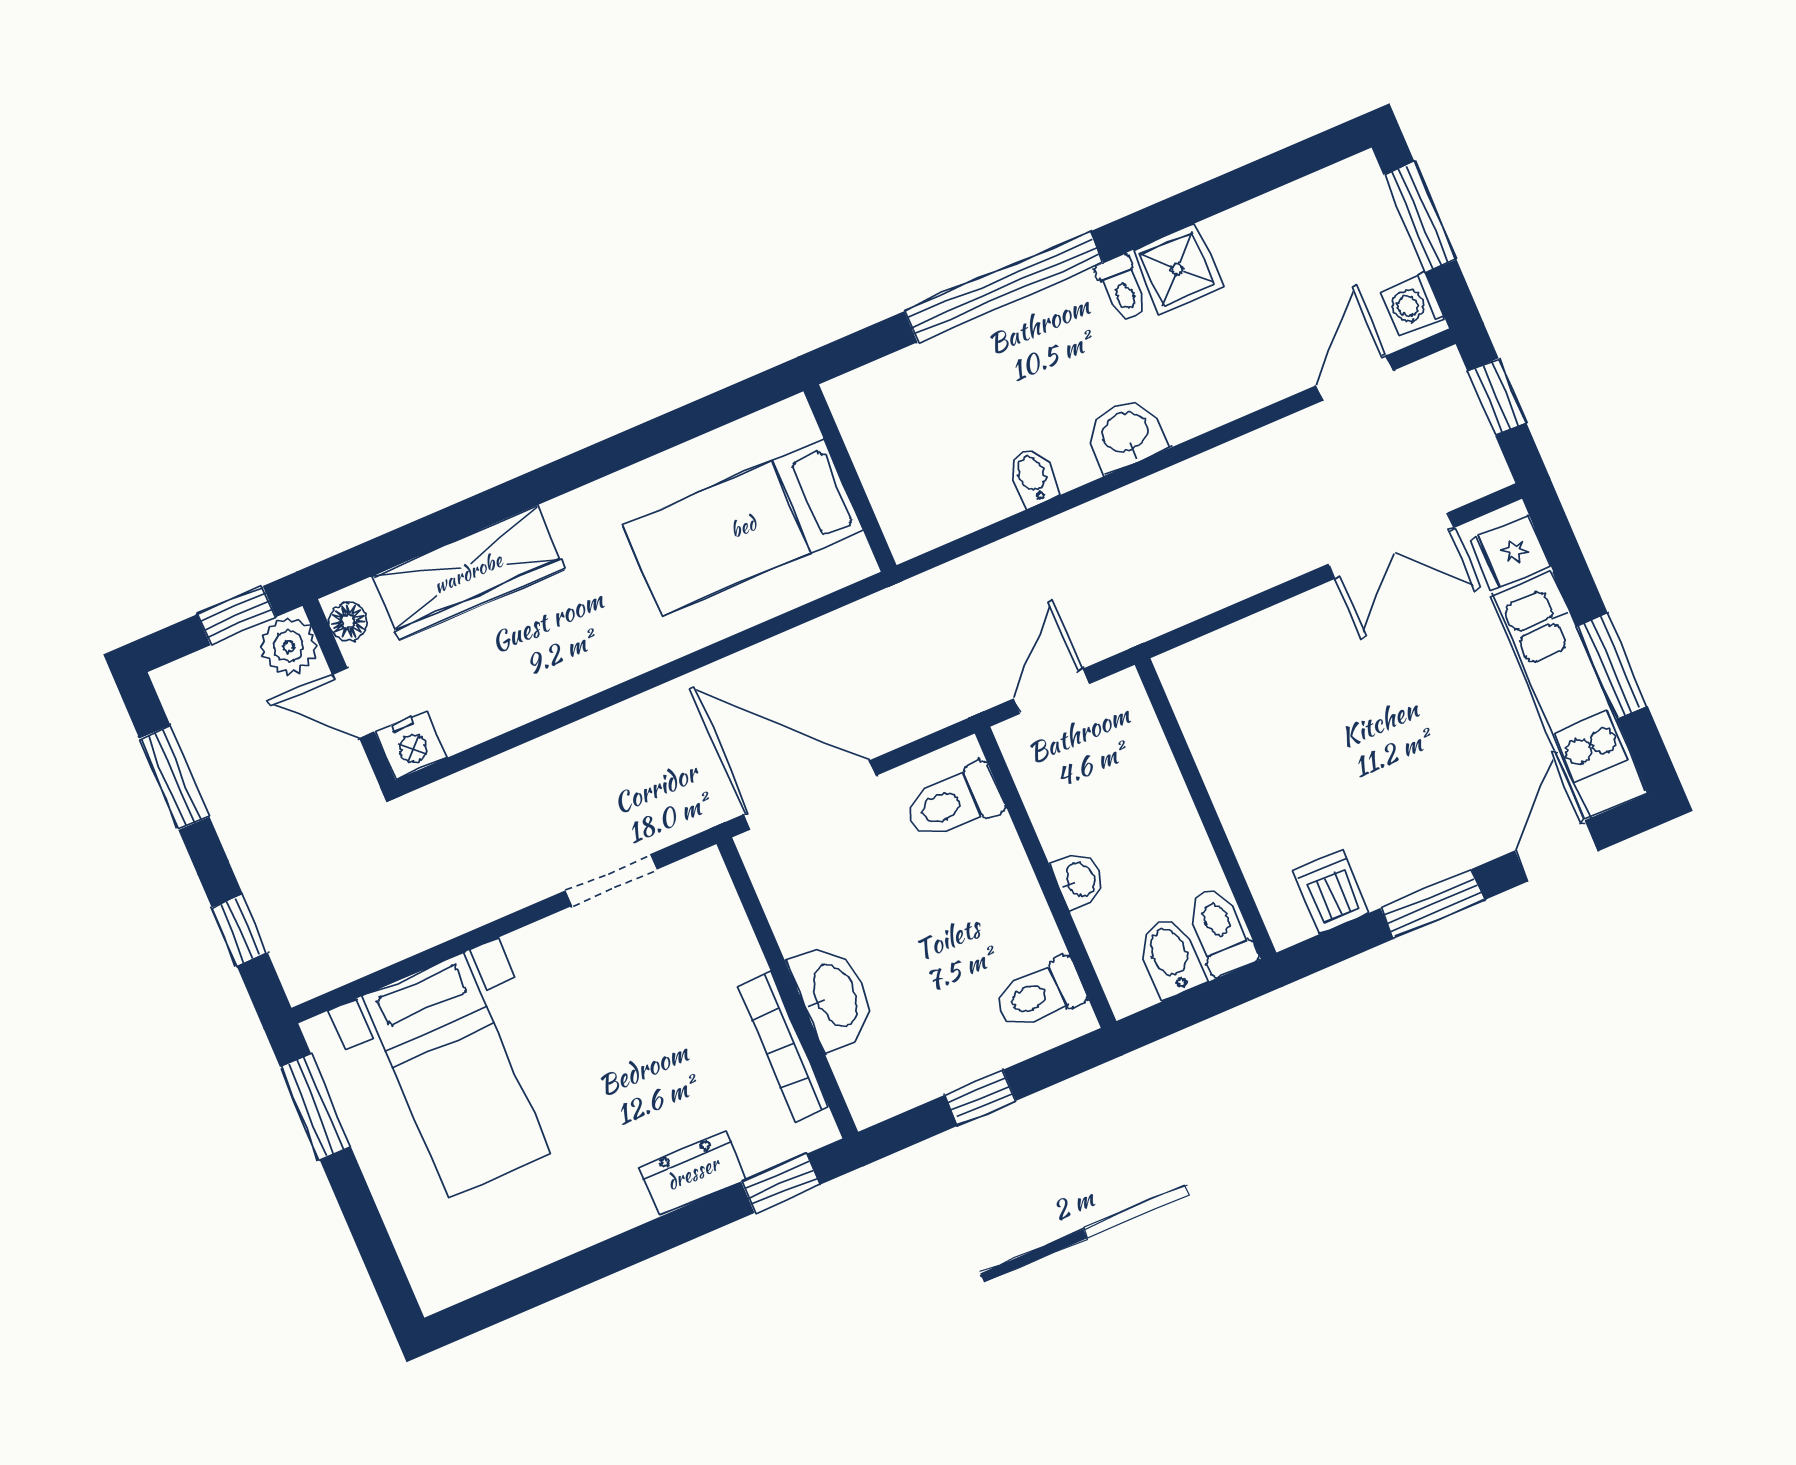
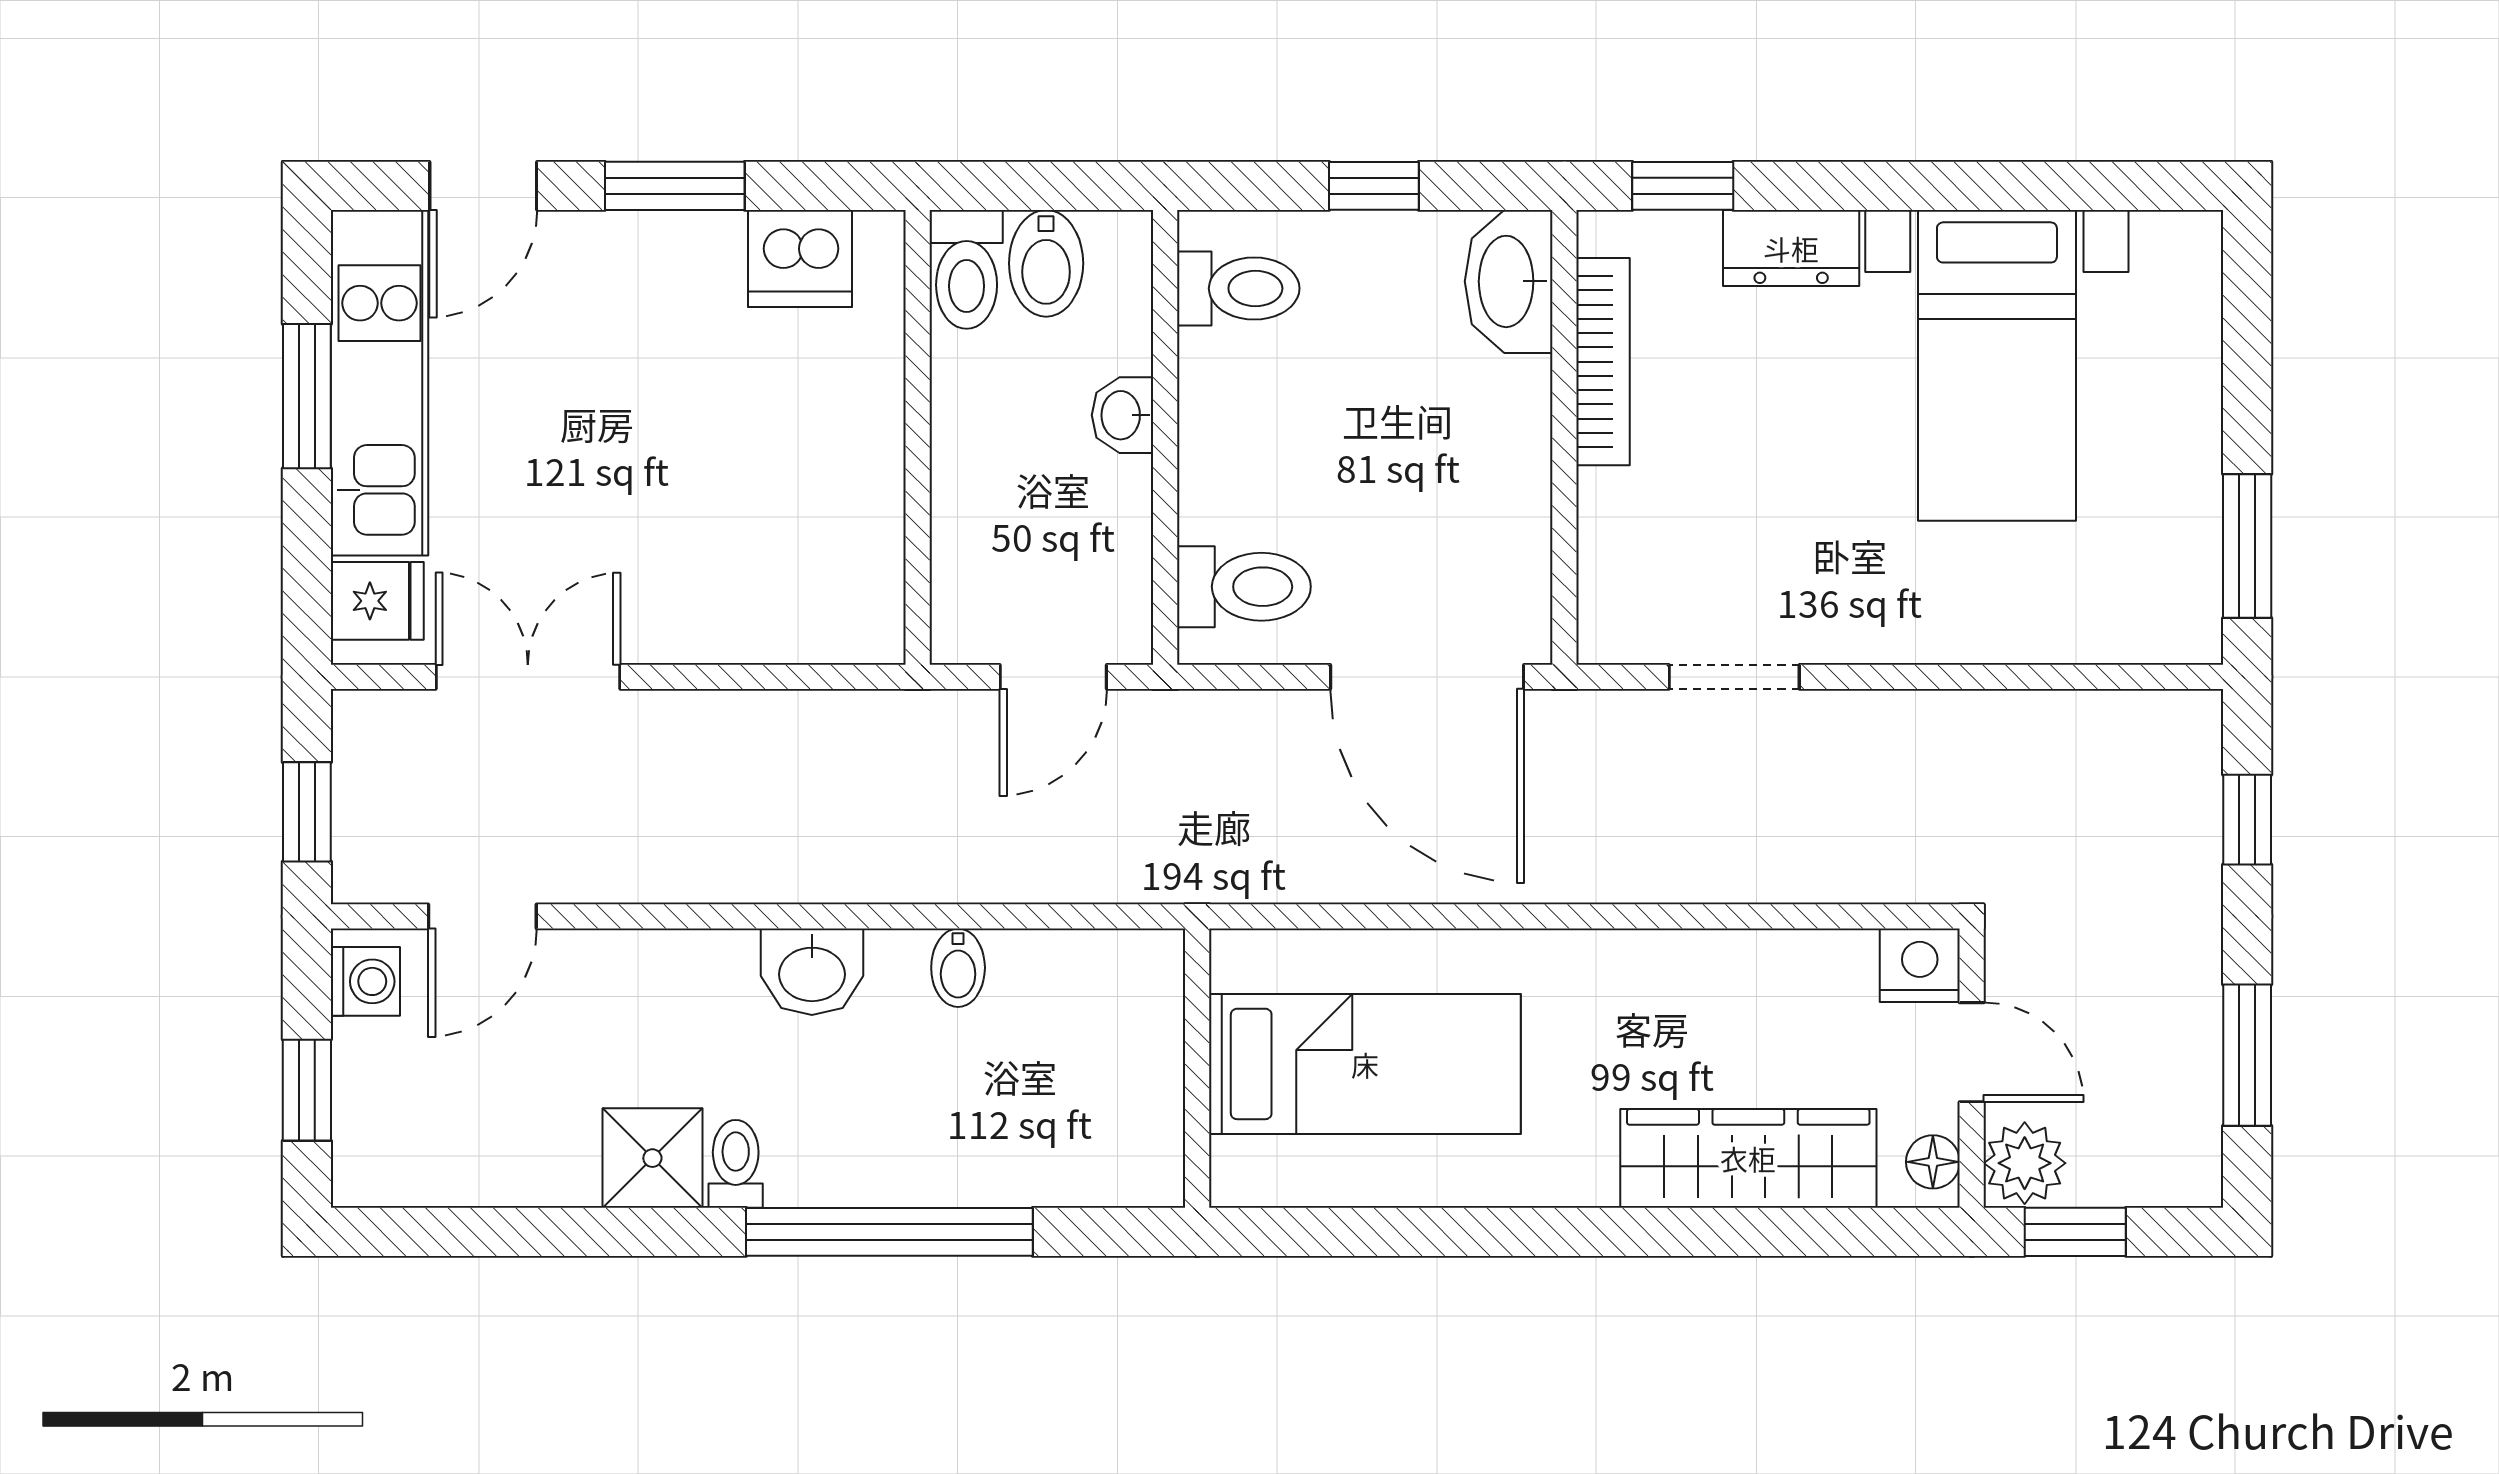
window: (1420, 217) -> (307, 1090), width x0.67
dishwasher: (1331, 892) -> (800, 258), width x1.38
washbasin: (833, 996) -> (1509, 281), moved
bed with nightstands: (456, 1075) -> (1997, 365), moved, turned 180

